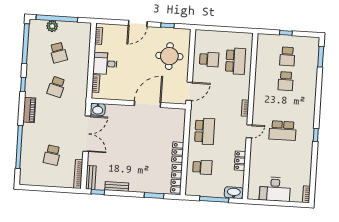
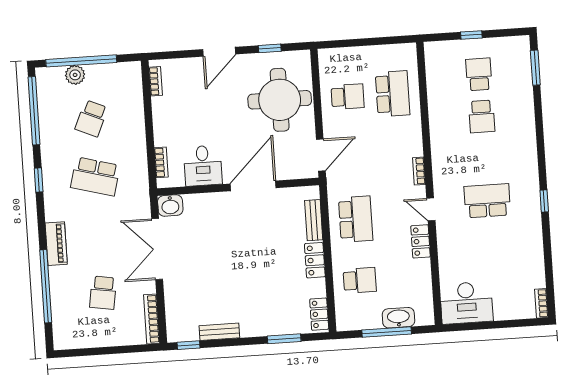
school desk: (58, 53) -> (91, 118), turned 42
round table: (169, 56) -> (280, 100), width x1.36, depth x1.36
school desk: (287, 56) -> (479, 74), turned 180
desk: (105, 64) -> (203, 166), moved, turned -90
school desk: (56, 87) -> (95, 176), width x1.85
piano: (29, 110) -> (56, 244), moved
door: (249, 131) -> (431, 209), swing flipped
school desk: (283, 131) -> (487, 201), turned 180
double door: (87, 134) -> (157, 249), swing flipped
locker: (240, 161) -> (421, 241), moved
bench: (91, 177) -> (314, 220), moved
locker: (177, 179) -> (319, 314), width x0.66
desk: (275, 189) -> (466, 303), moved
washbasin: (234, 193) -> (398, 318), moved

